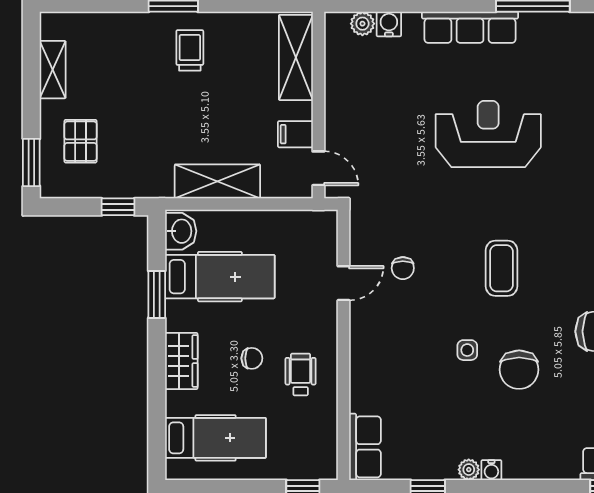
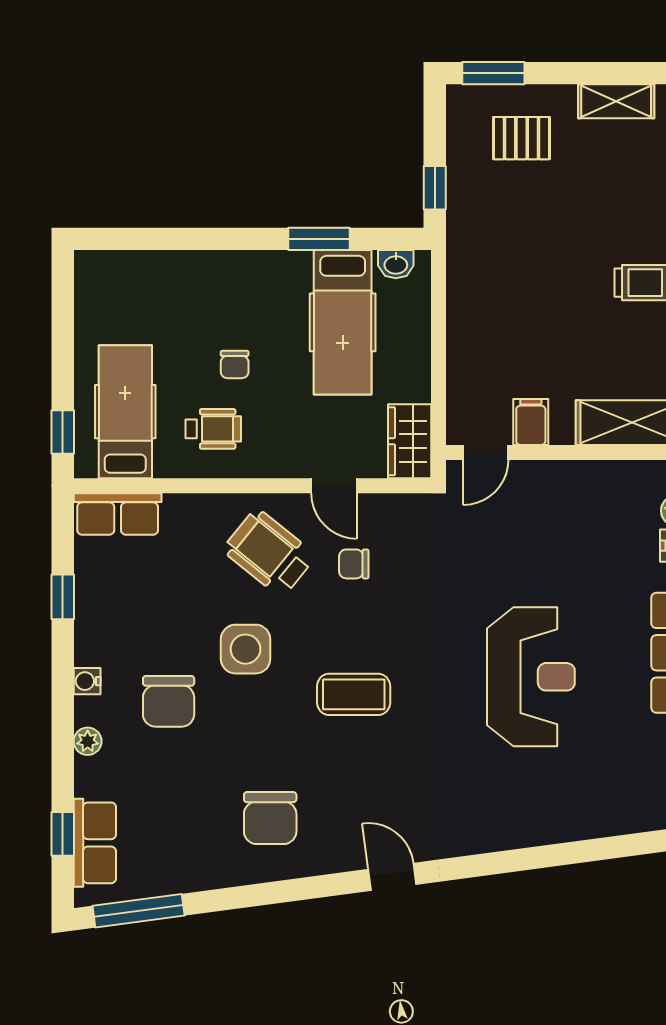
shelving: (217, 181) -> (468, 319), removed
washbasin: (181, 231) -> (396, 264), width x0.72, depth x0.69
wheelchair: (394, 332) -> (269, 553), added
side table: (467, 350) -> (246, 649), width x1.87, depth x1.87
wardrobe: (181, 361) -> (410, 441), moved, turned 90
chair: (519, 370) -> (169, 701), moved, turned -90
hospital bed: (216, 438) -> (125, 412), moved, turned 180
plant: (469, 470) -> (88, 741), moved

